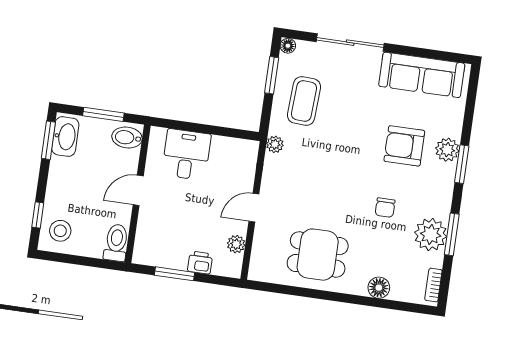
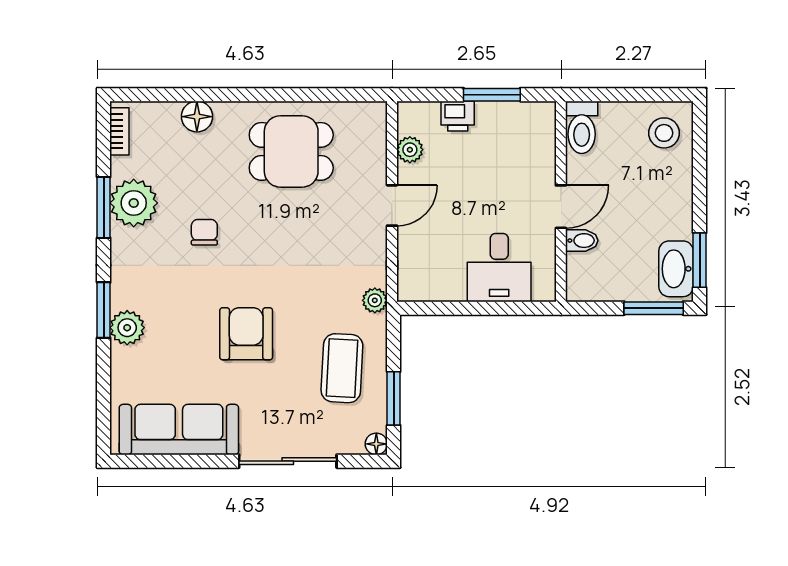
window: (103, 114) -> (654, 308), moved
bidet: (127, 138) -> (582, 241), moved, width x0.72, depth x0.74
armchair: (404, 146) -> (246, 334), moved, turned -90
window: (38, 215) -> (700, 151), removed

